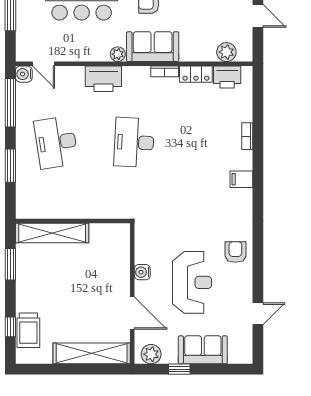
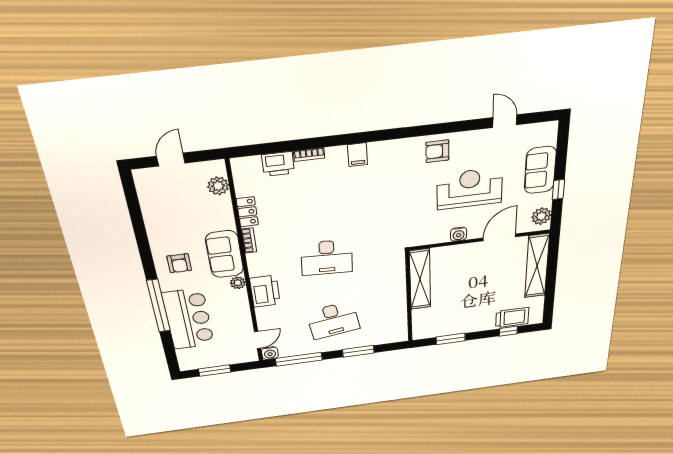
printer: (227, 77) -> (278, 164), moved, turned 90
shelving: (52, 233) -> (420, 279), moved

